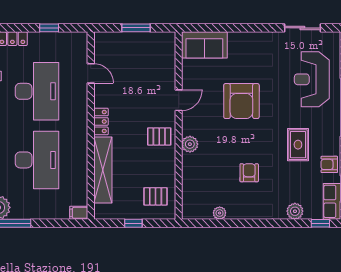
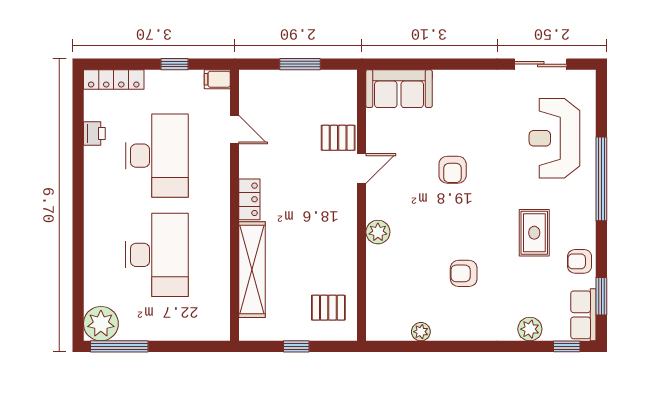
armchair: (241, 101) -> (453, 170), width x0.53, depth x0.53
pallet: (159, 136) -> (338, 138), moved
armchair: (249, 173) -> (464, 273), turned -90
filing cabinet: (79, 213) -> (217, 79), moved

